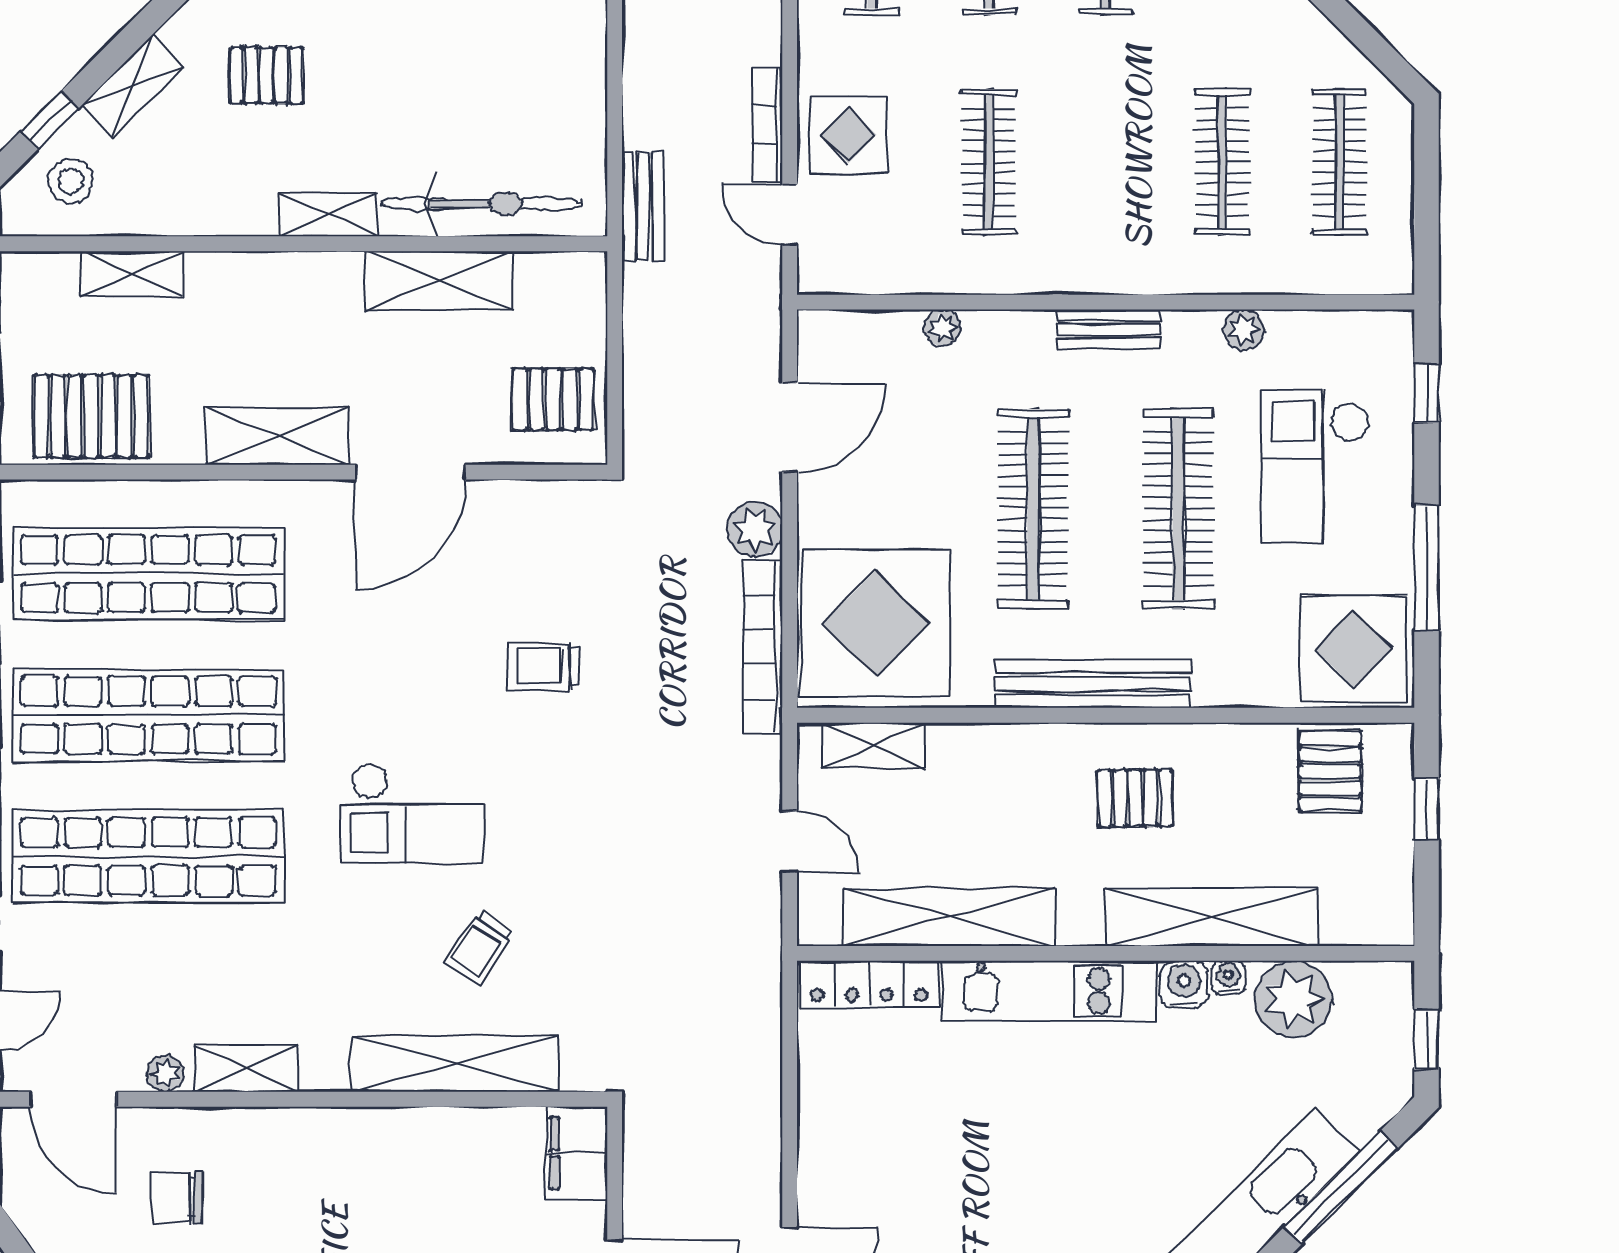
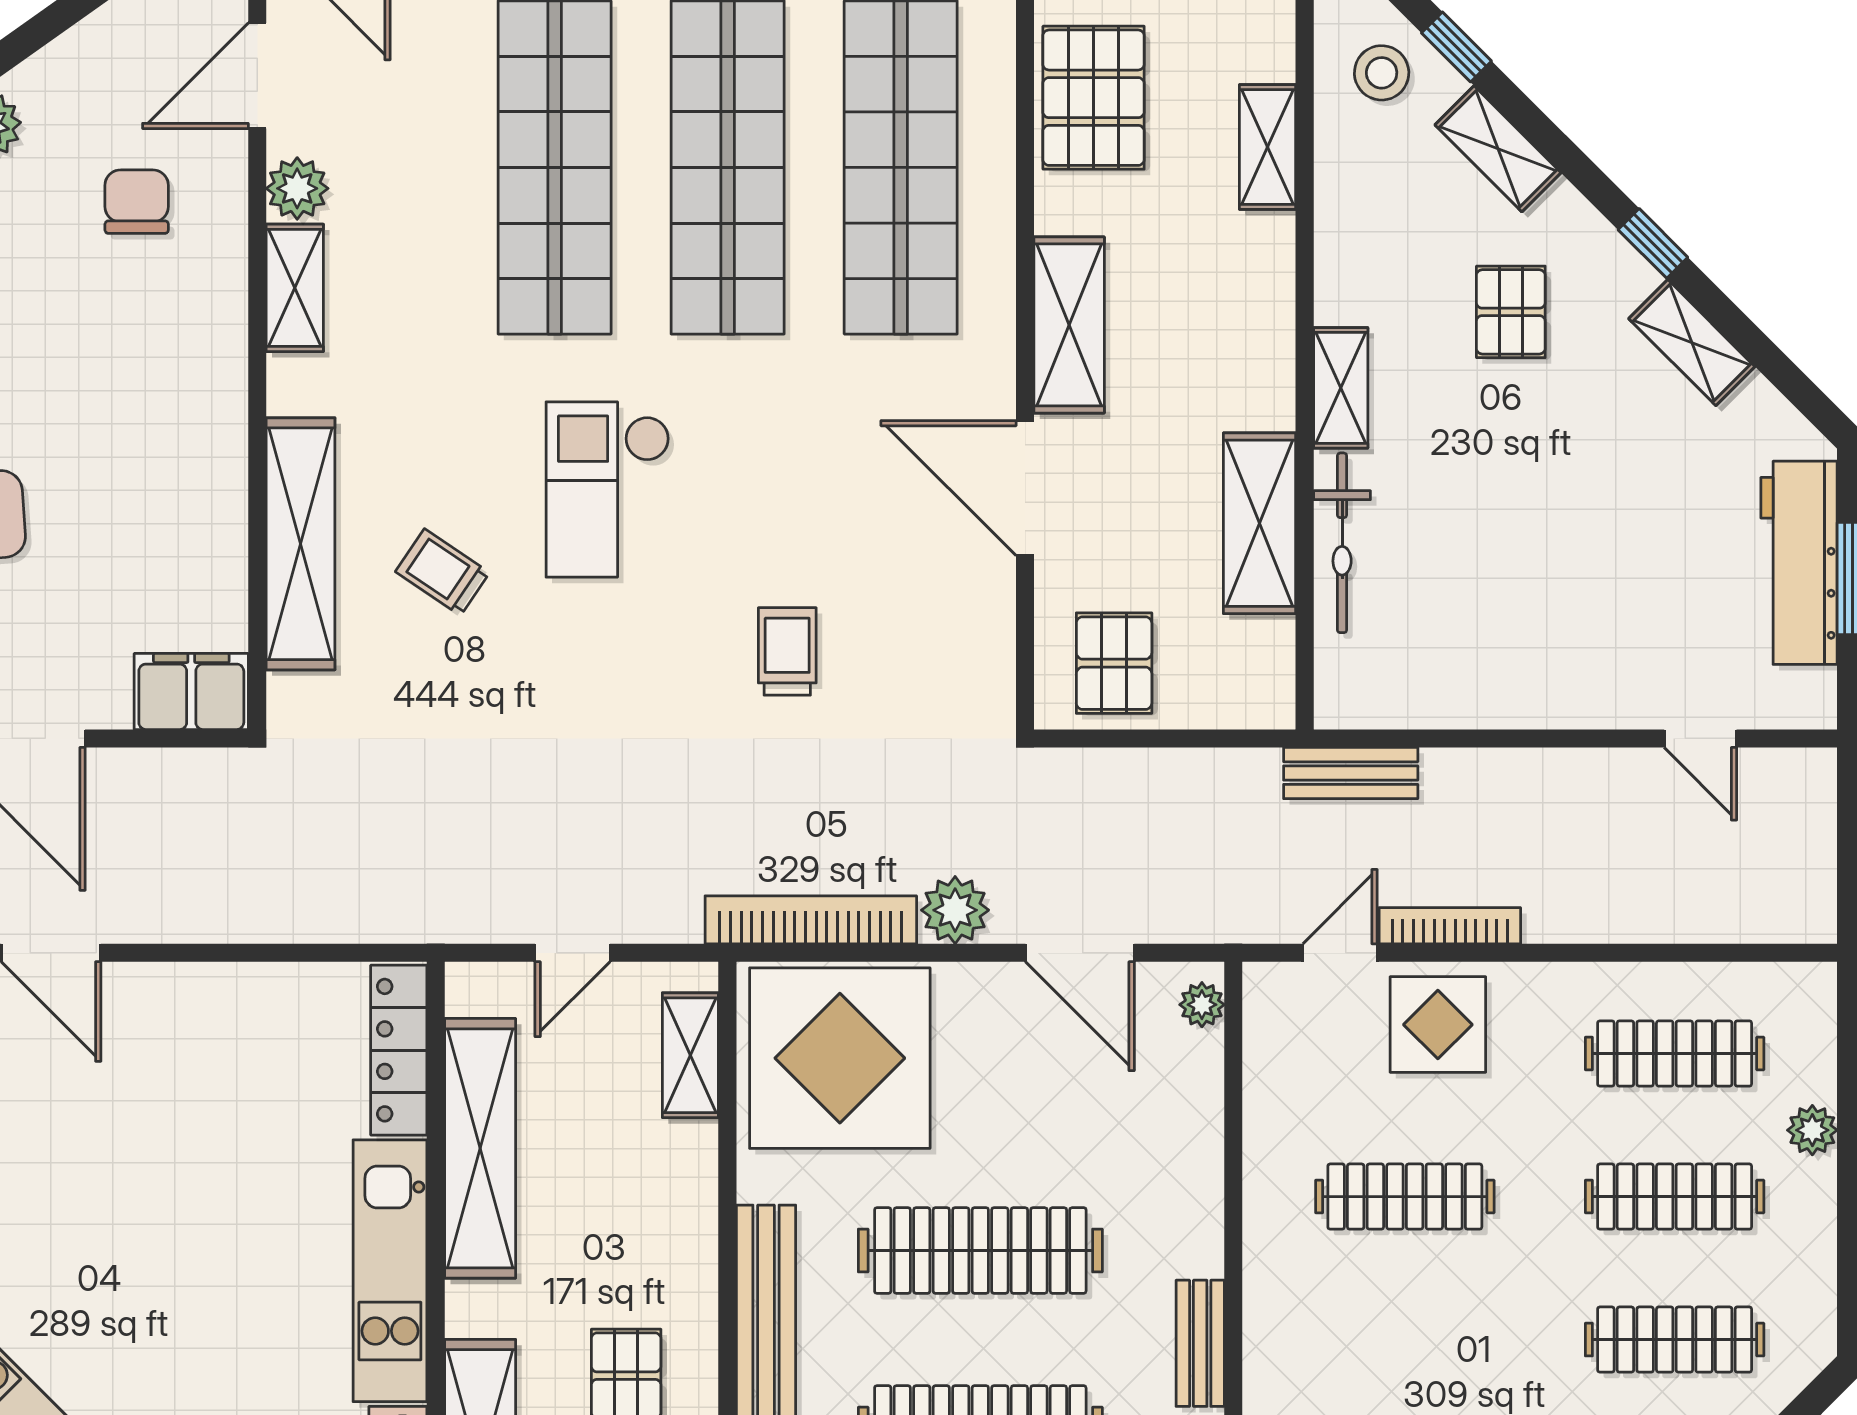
bicycle: (482, 204) -> (1342, 543), width x0.73, depth x0.71
plant: (942, 328) -> (1202, 1005), moved
plant: (165, 1074) -> (297, 188), width x1.38, depth x1.38

